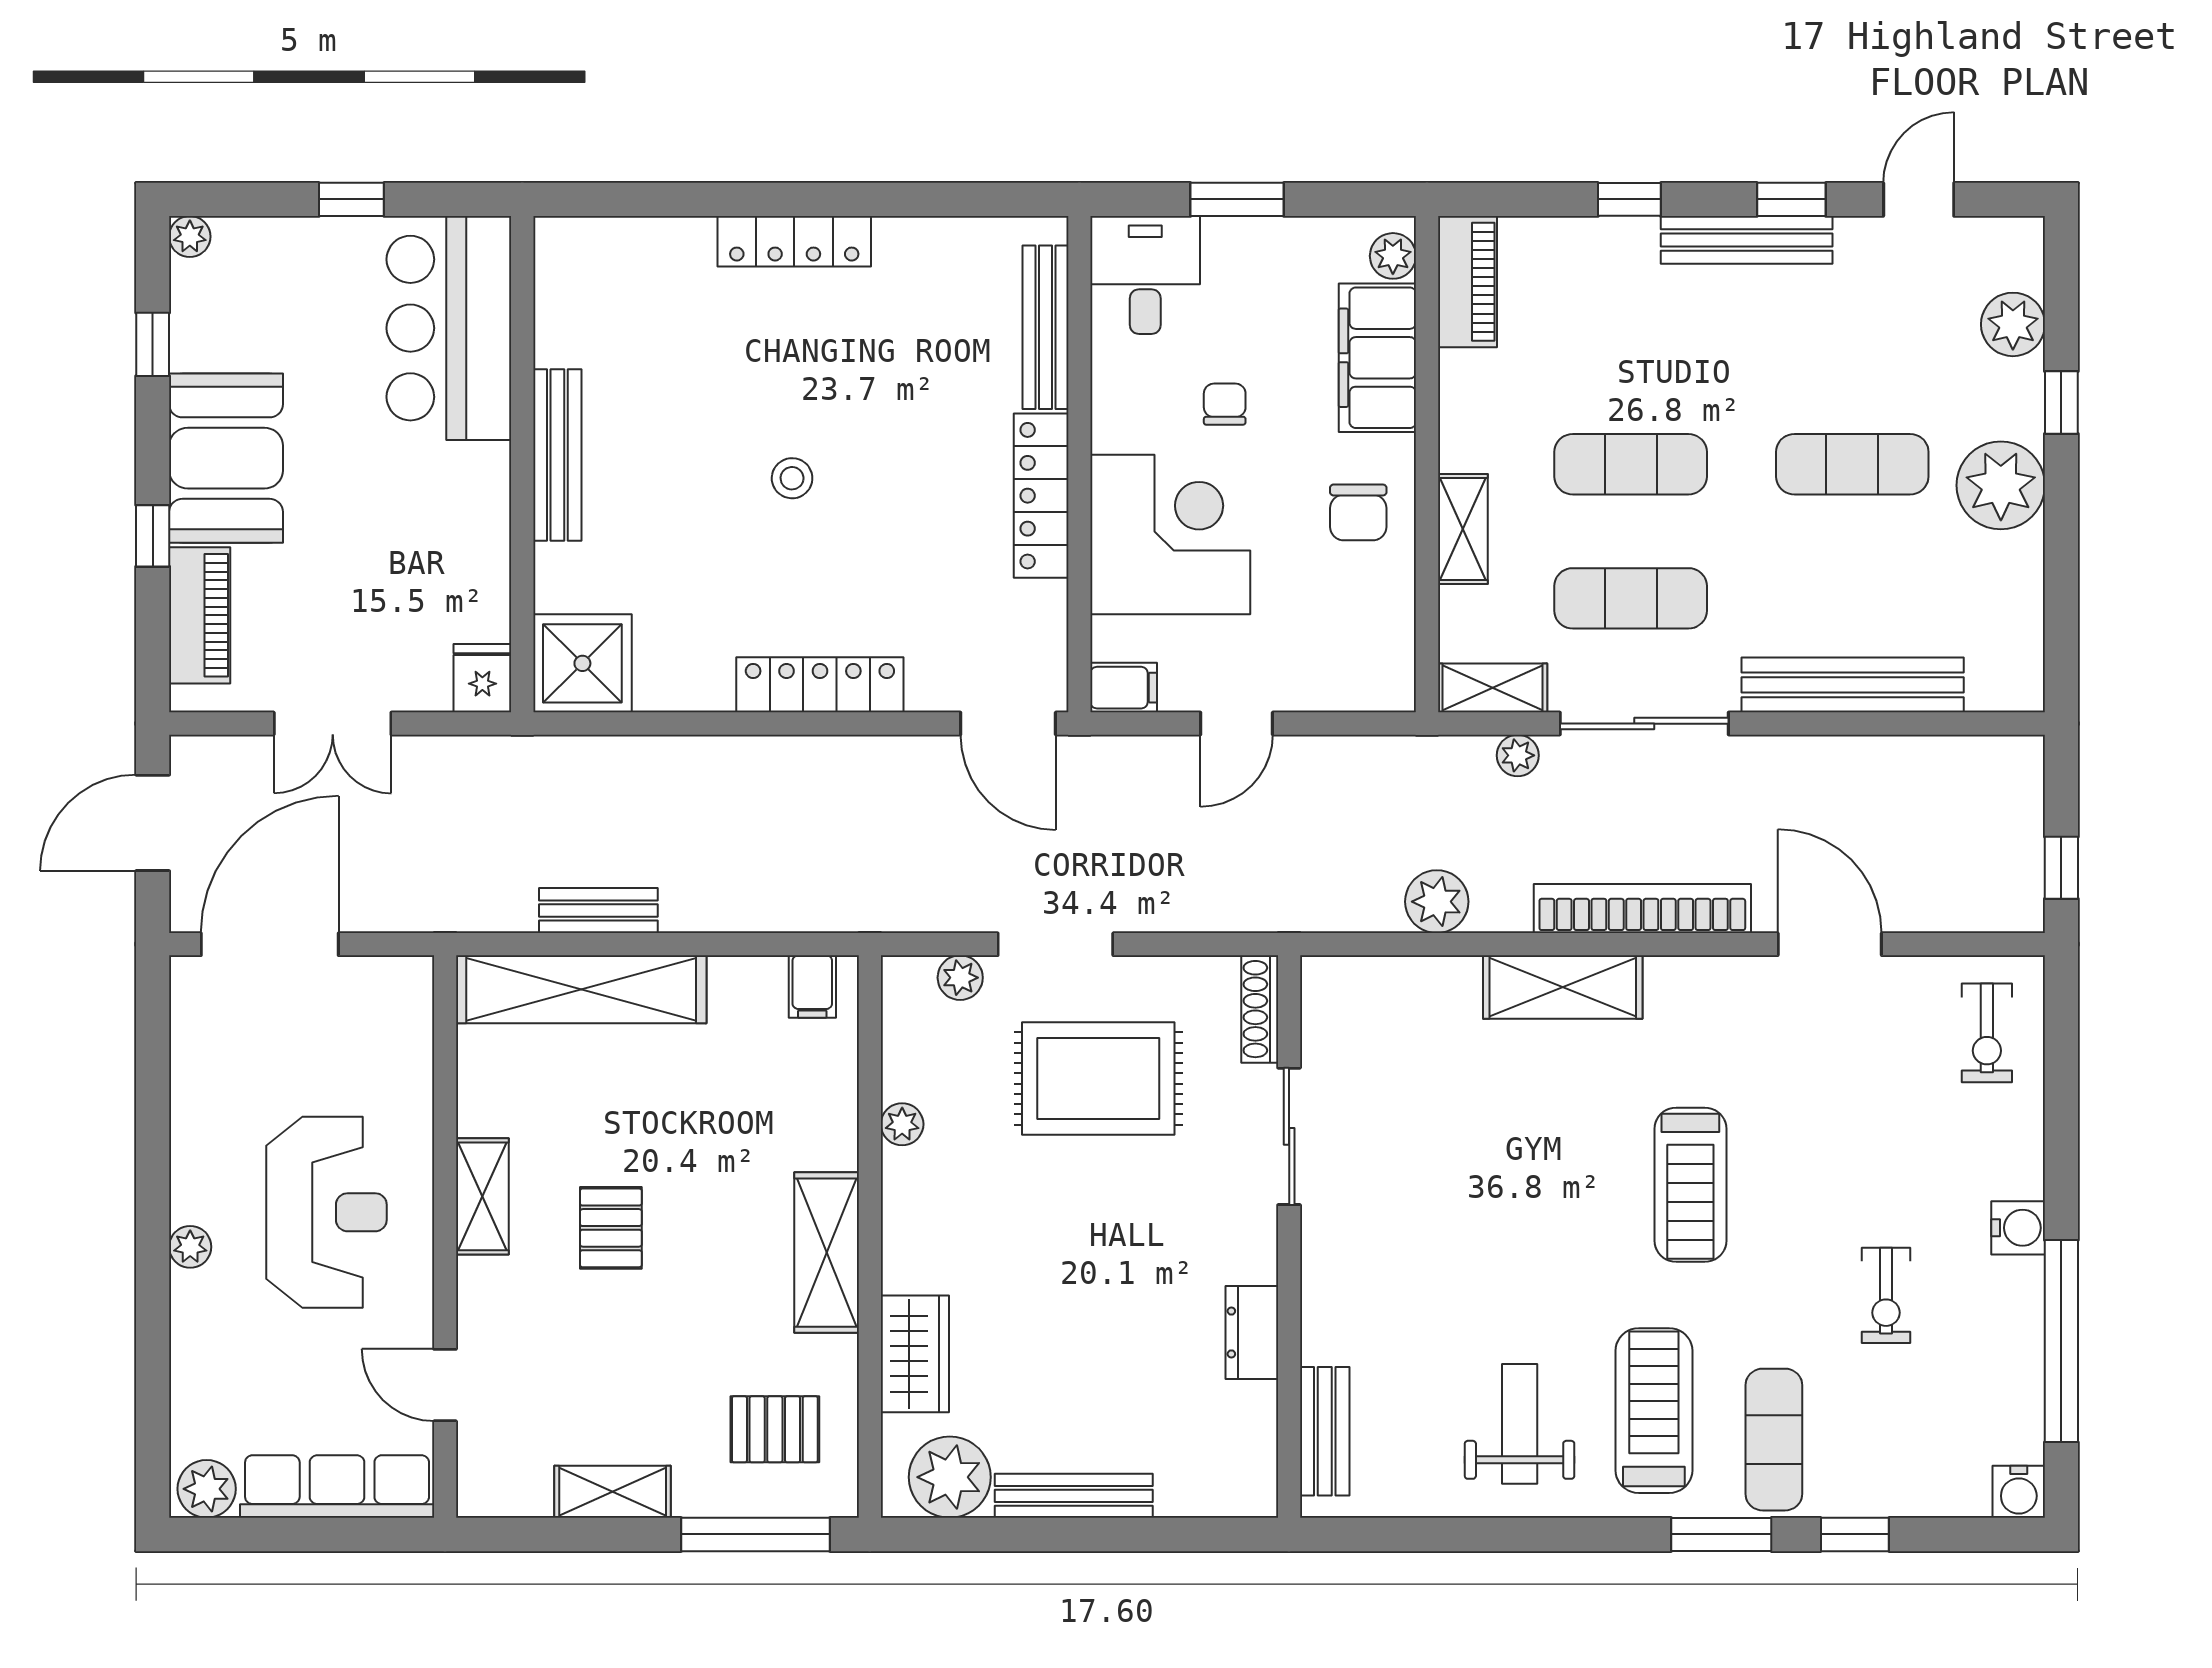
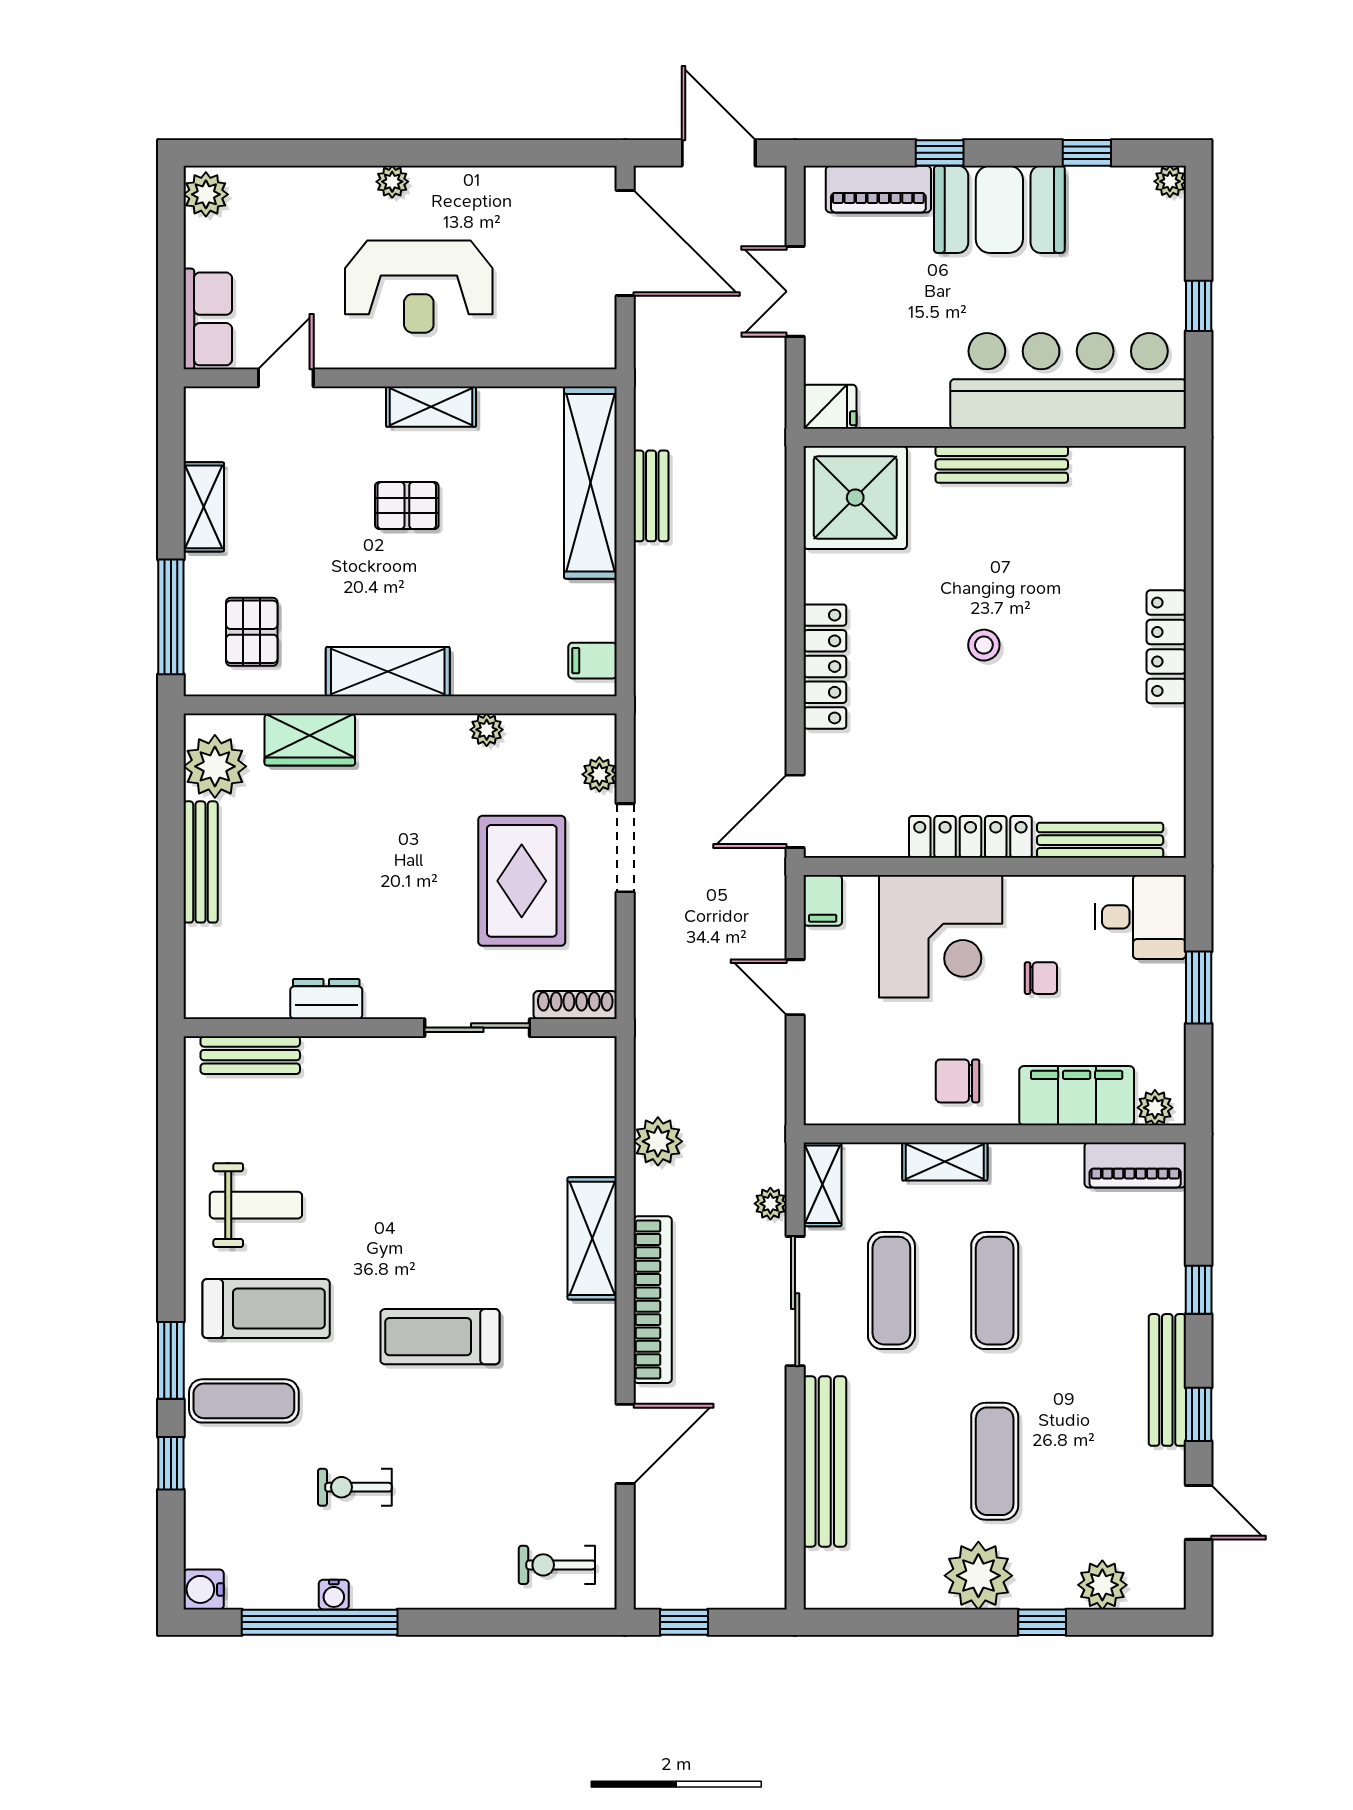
bar counter: (449, 328) -> (1068, 381), width x1.36
shower: (582, 663) -> (855, 498), width x1.37, depth x1.37
water cooler: (2018, 1228) -> (334, 1595), moved, width x0.72, depth x0.72
row of seats: (337, 1487) -> (208, 319), width x0.68

